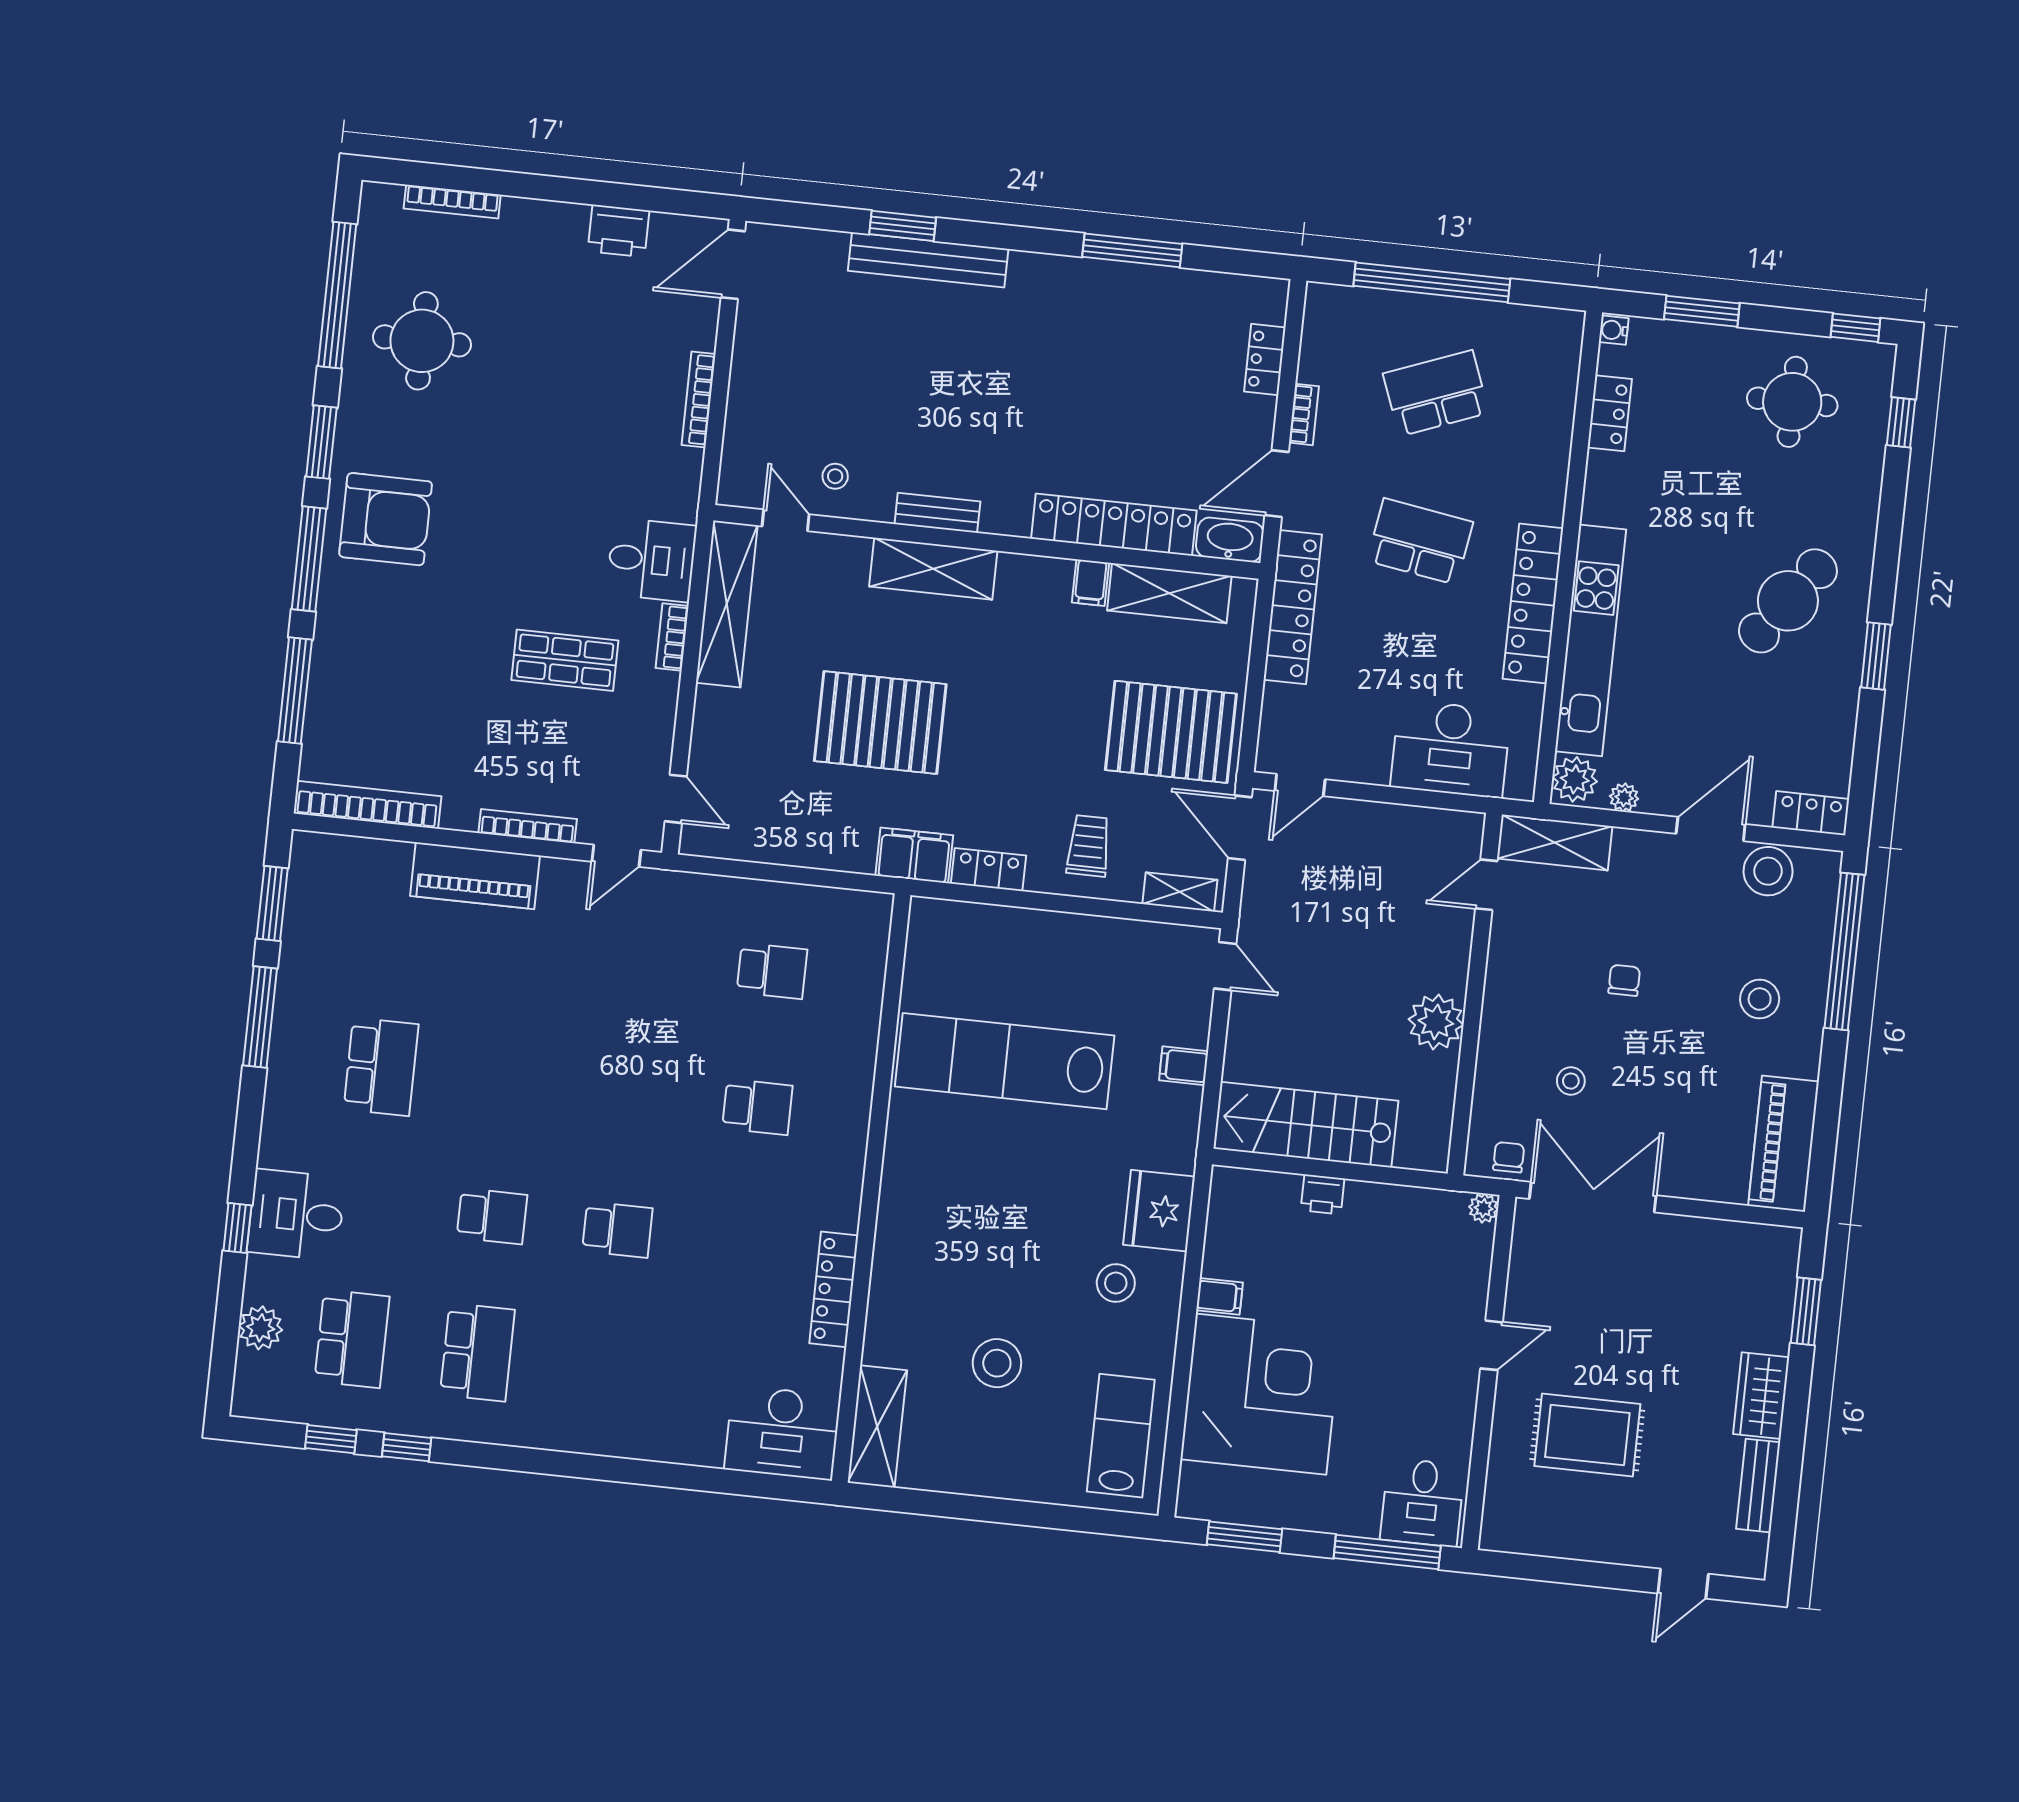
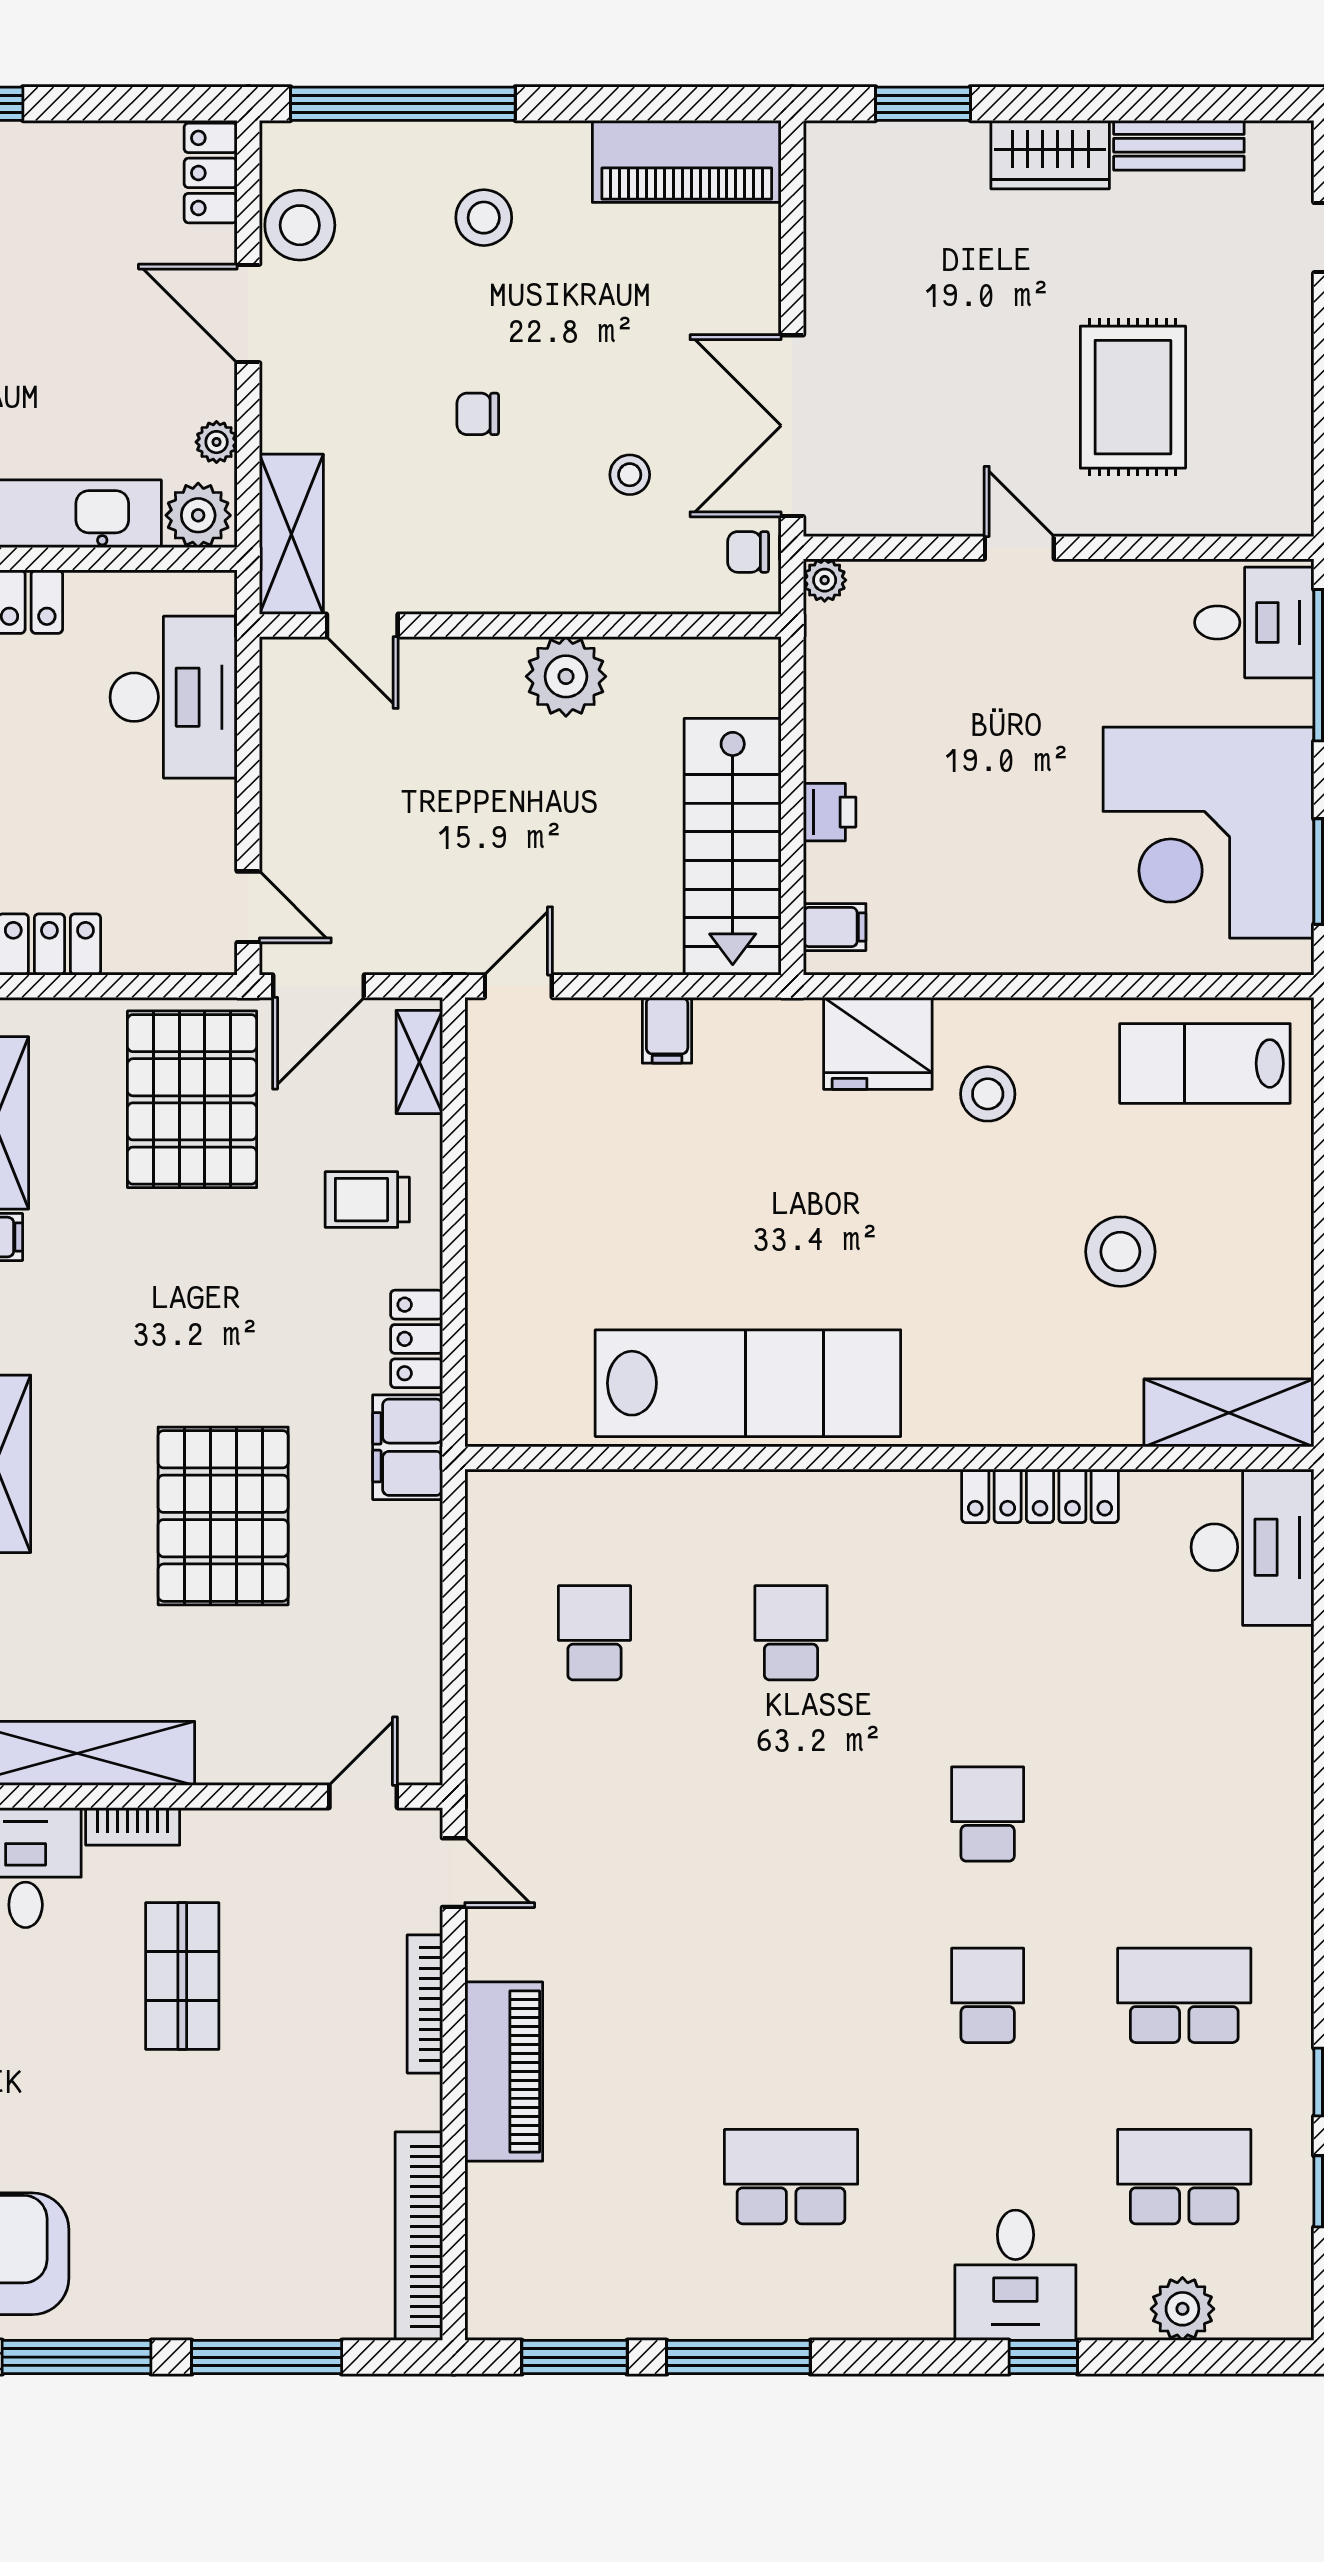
lab bench: (1005, 1061) -> (748, 1383), moved, turned -90
filing cabinet: (1220, 1296) -> (835, 927), moved, turned 90
corner desk: (1261, 1394) -> (1208, 833), moved, turned -90

